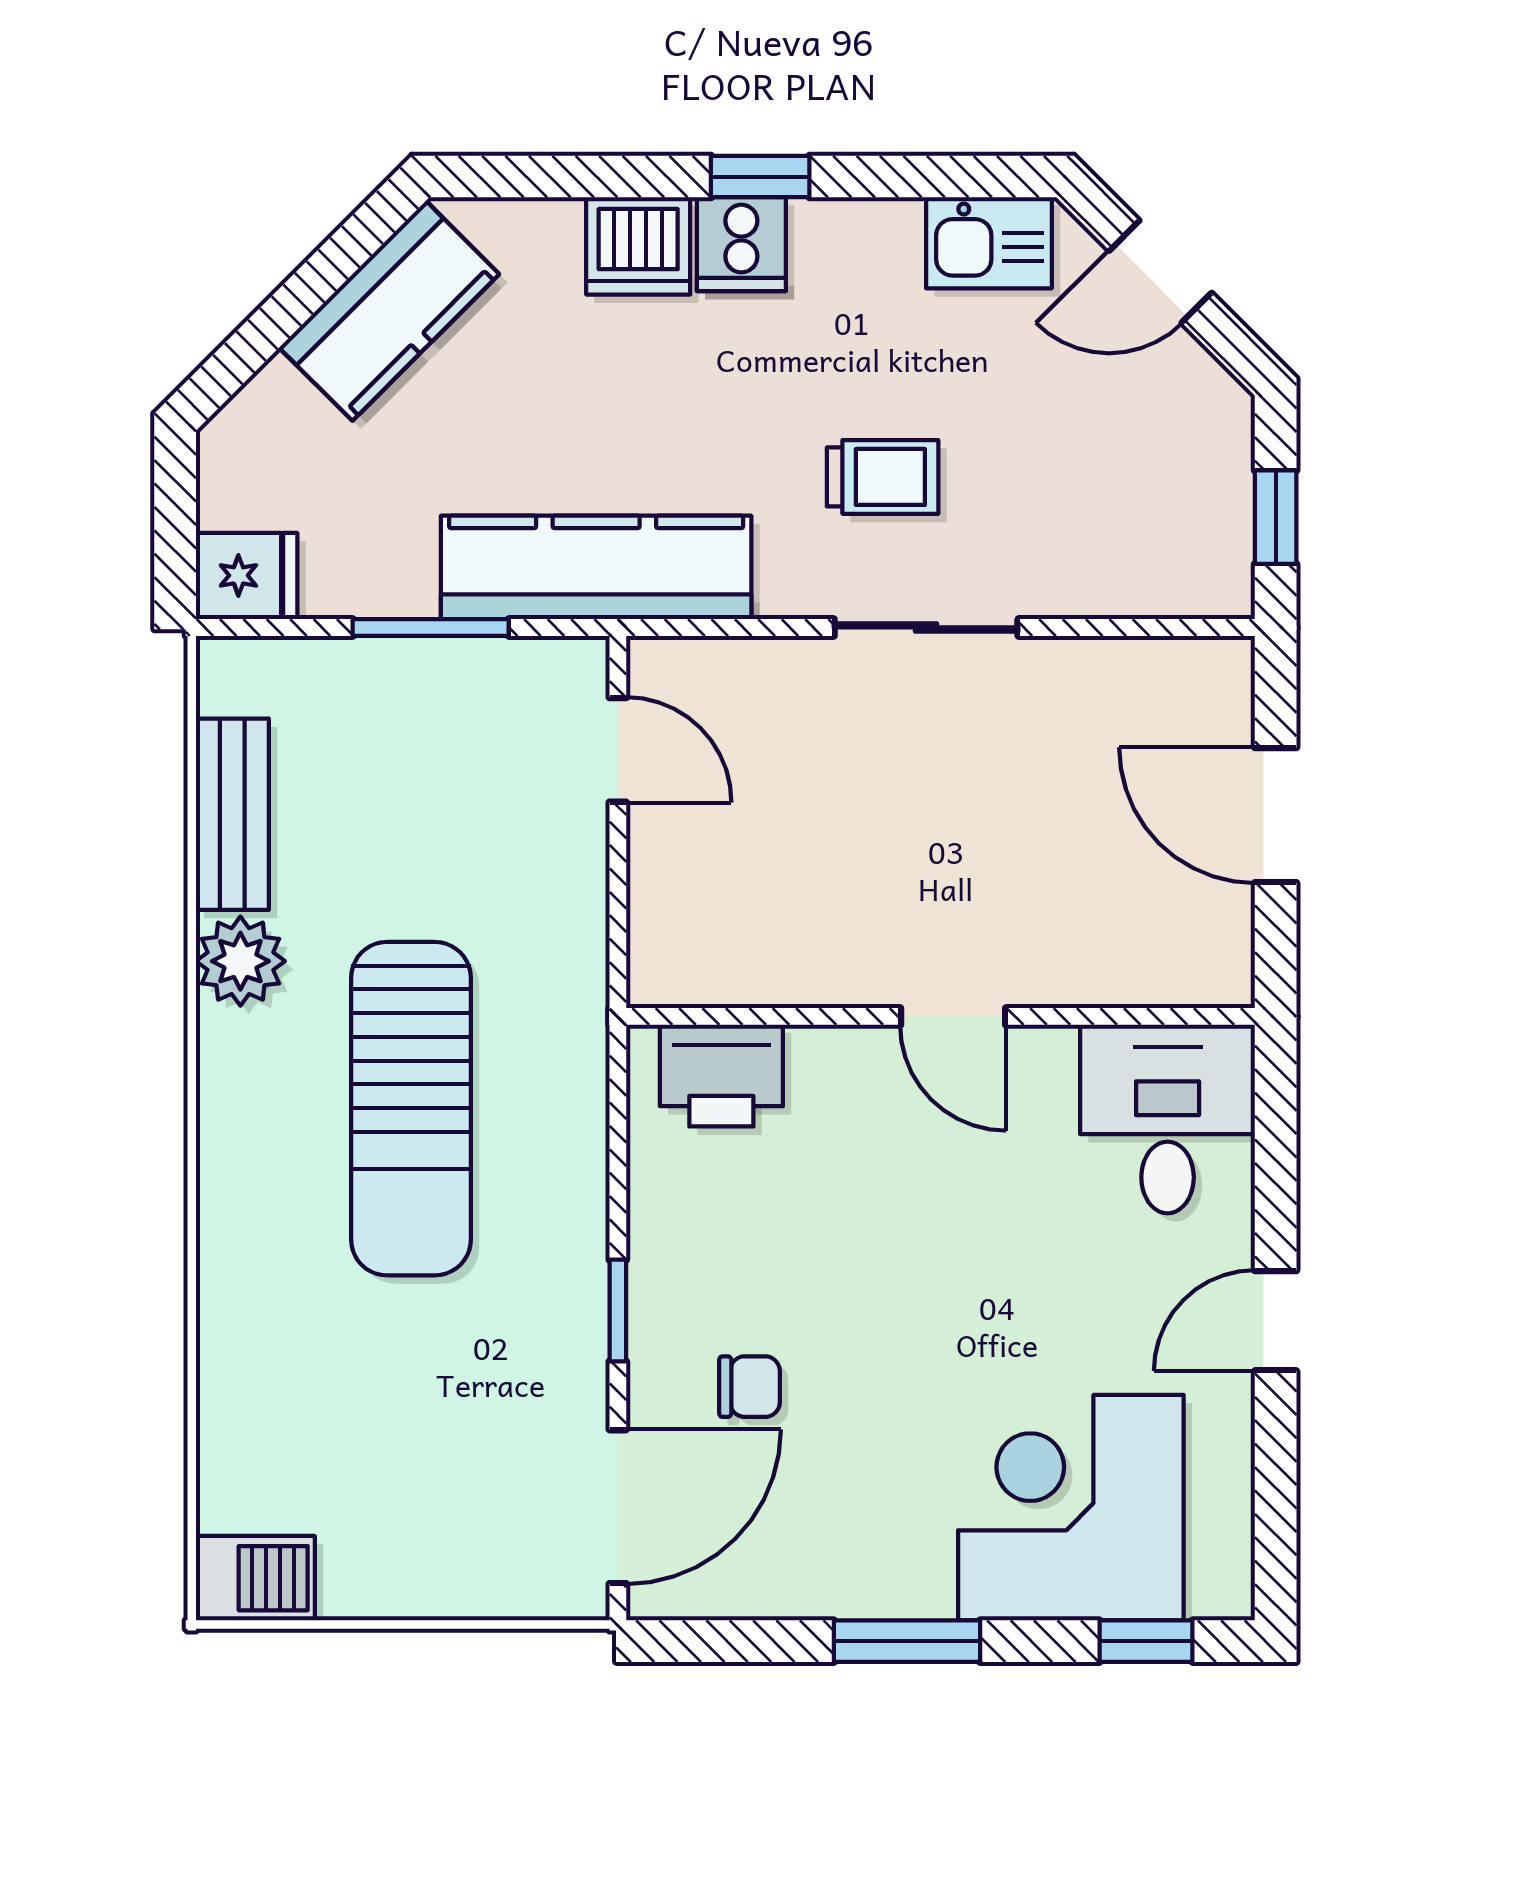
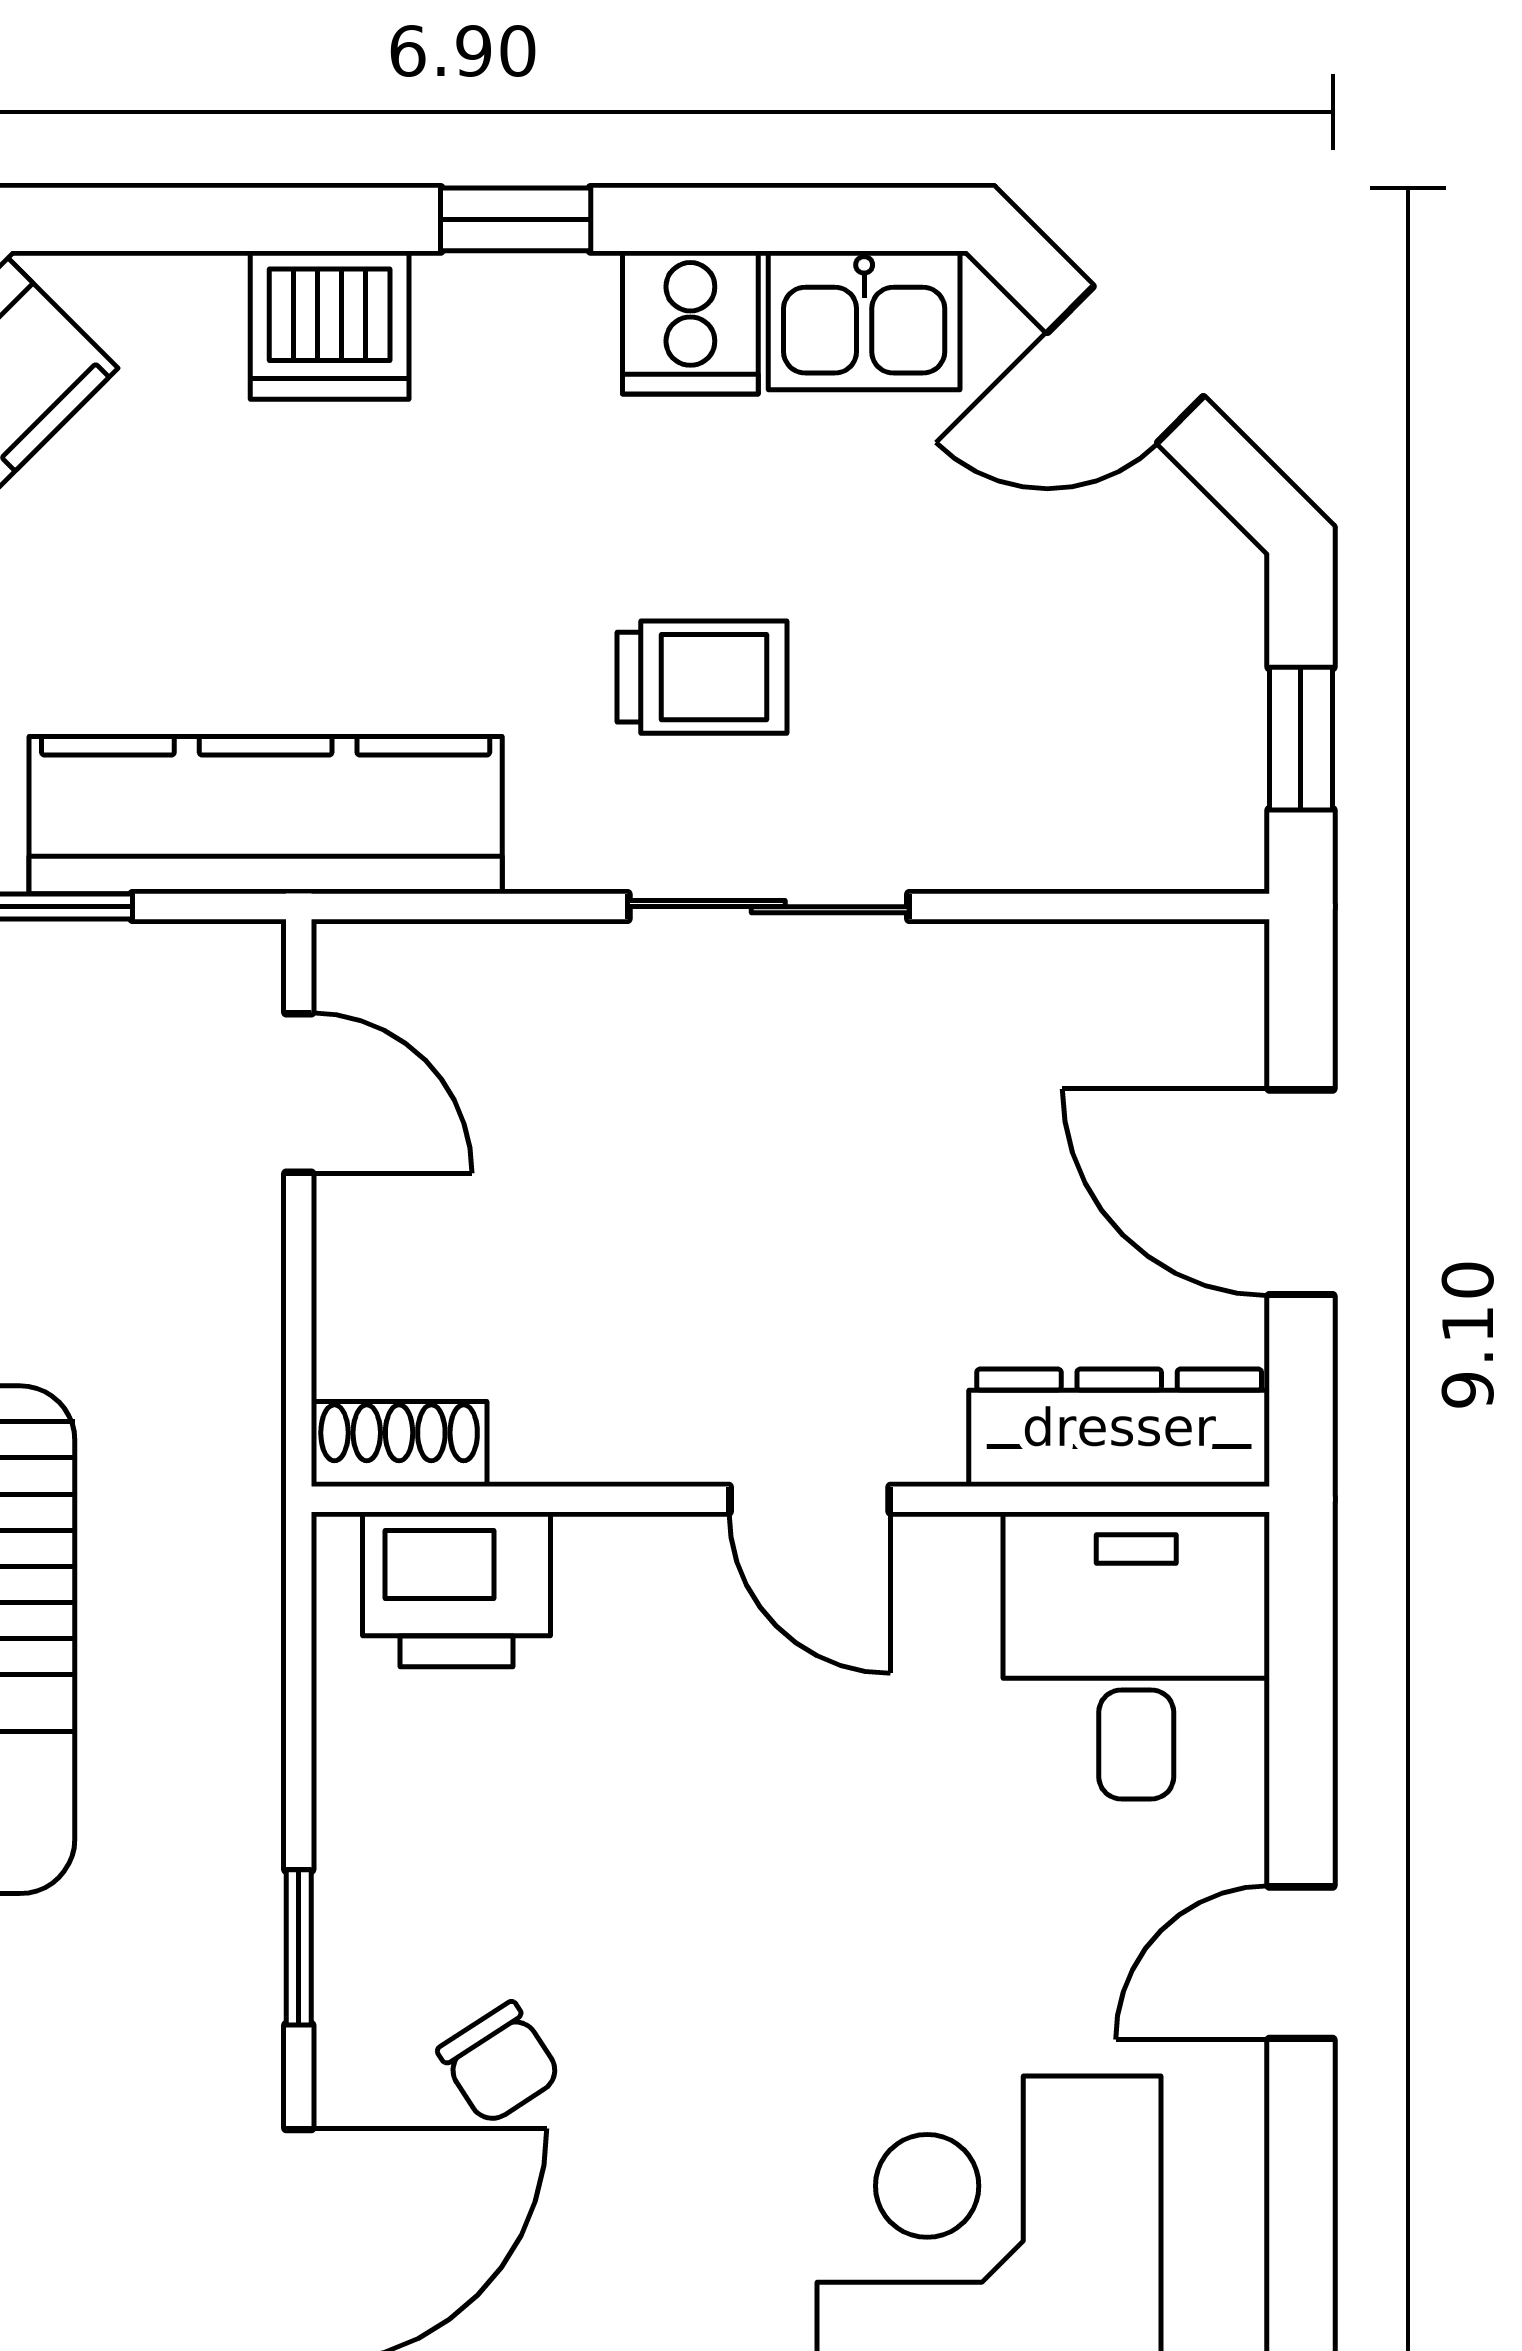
cooker: (741, 244) -> (690, 323), moved
dresser: (1156, 970) -> (1119, 1428), added
shoe rack: (684, 980) -> (399, 1444), added
chair: (749, 1387) -> (499, 2063), turned 57

